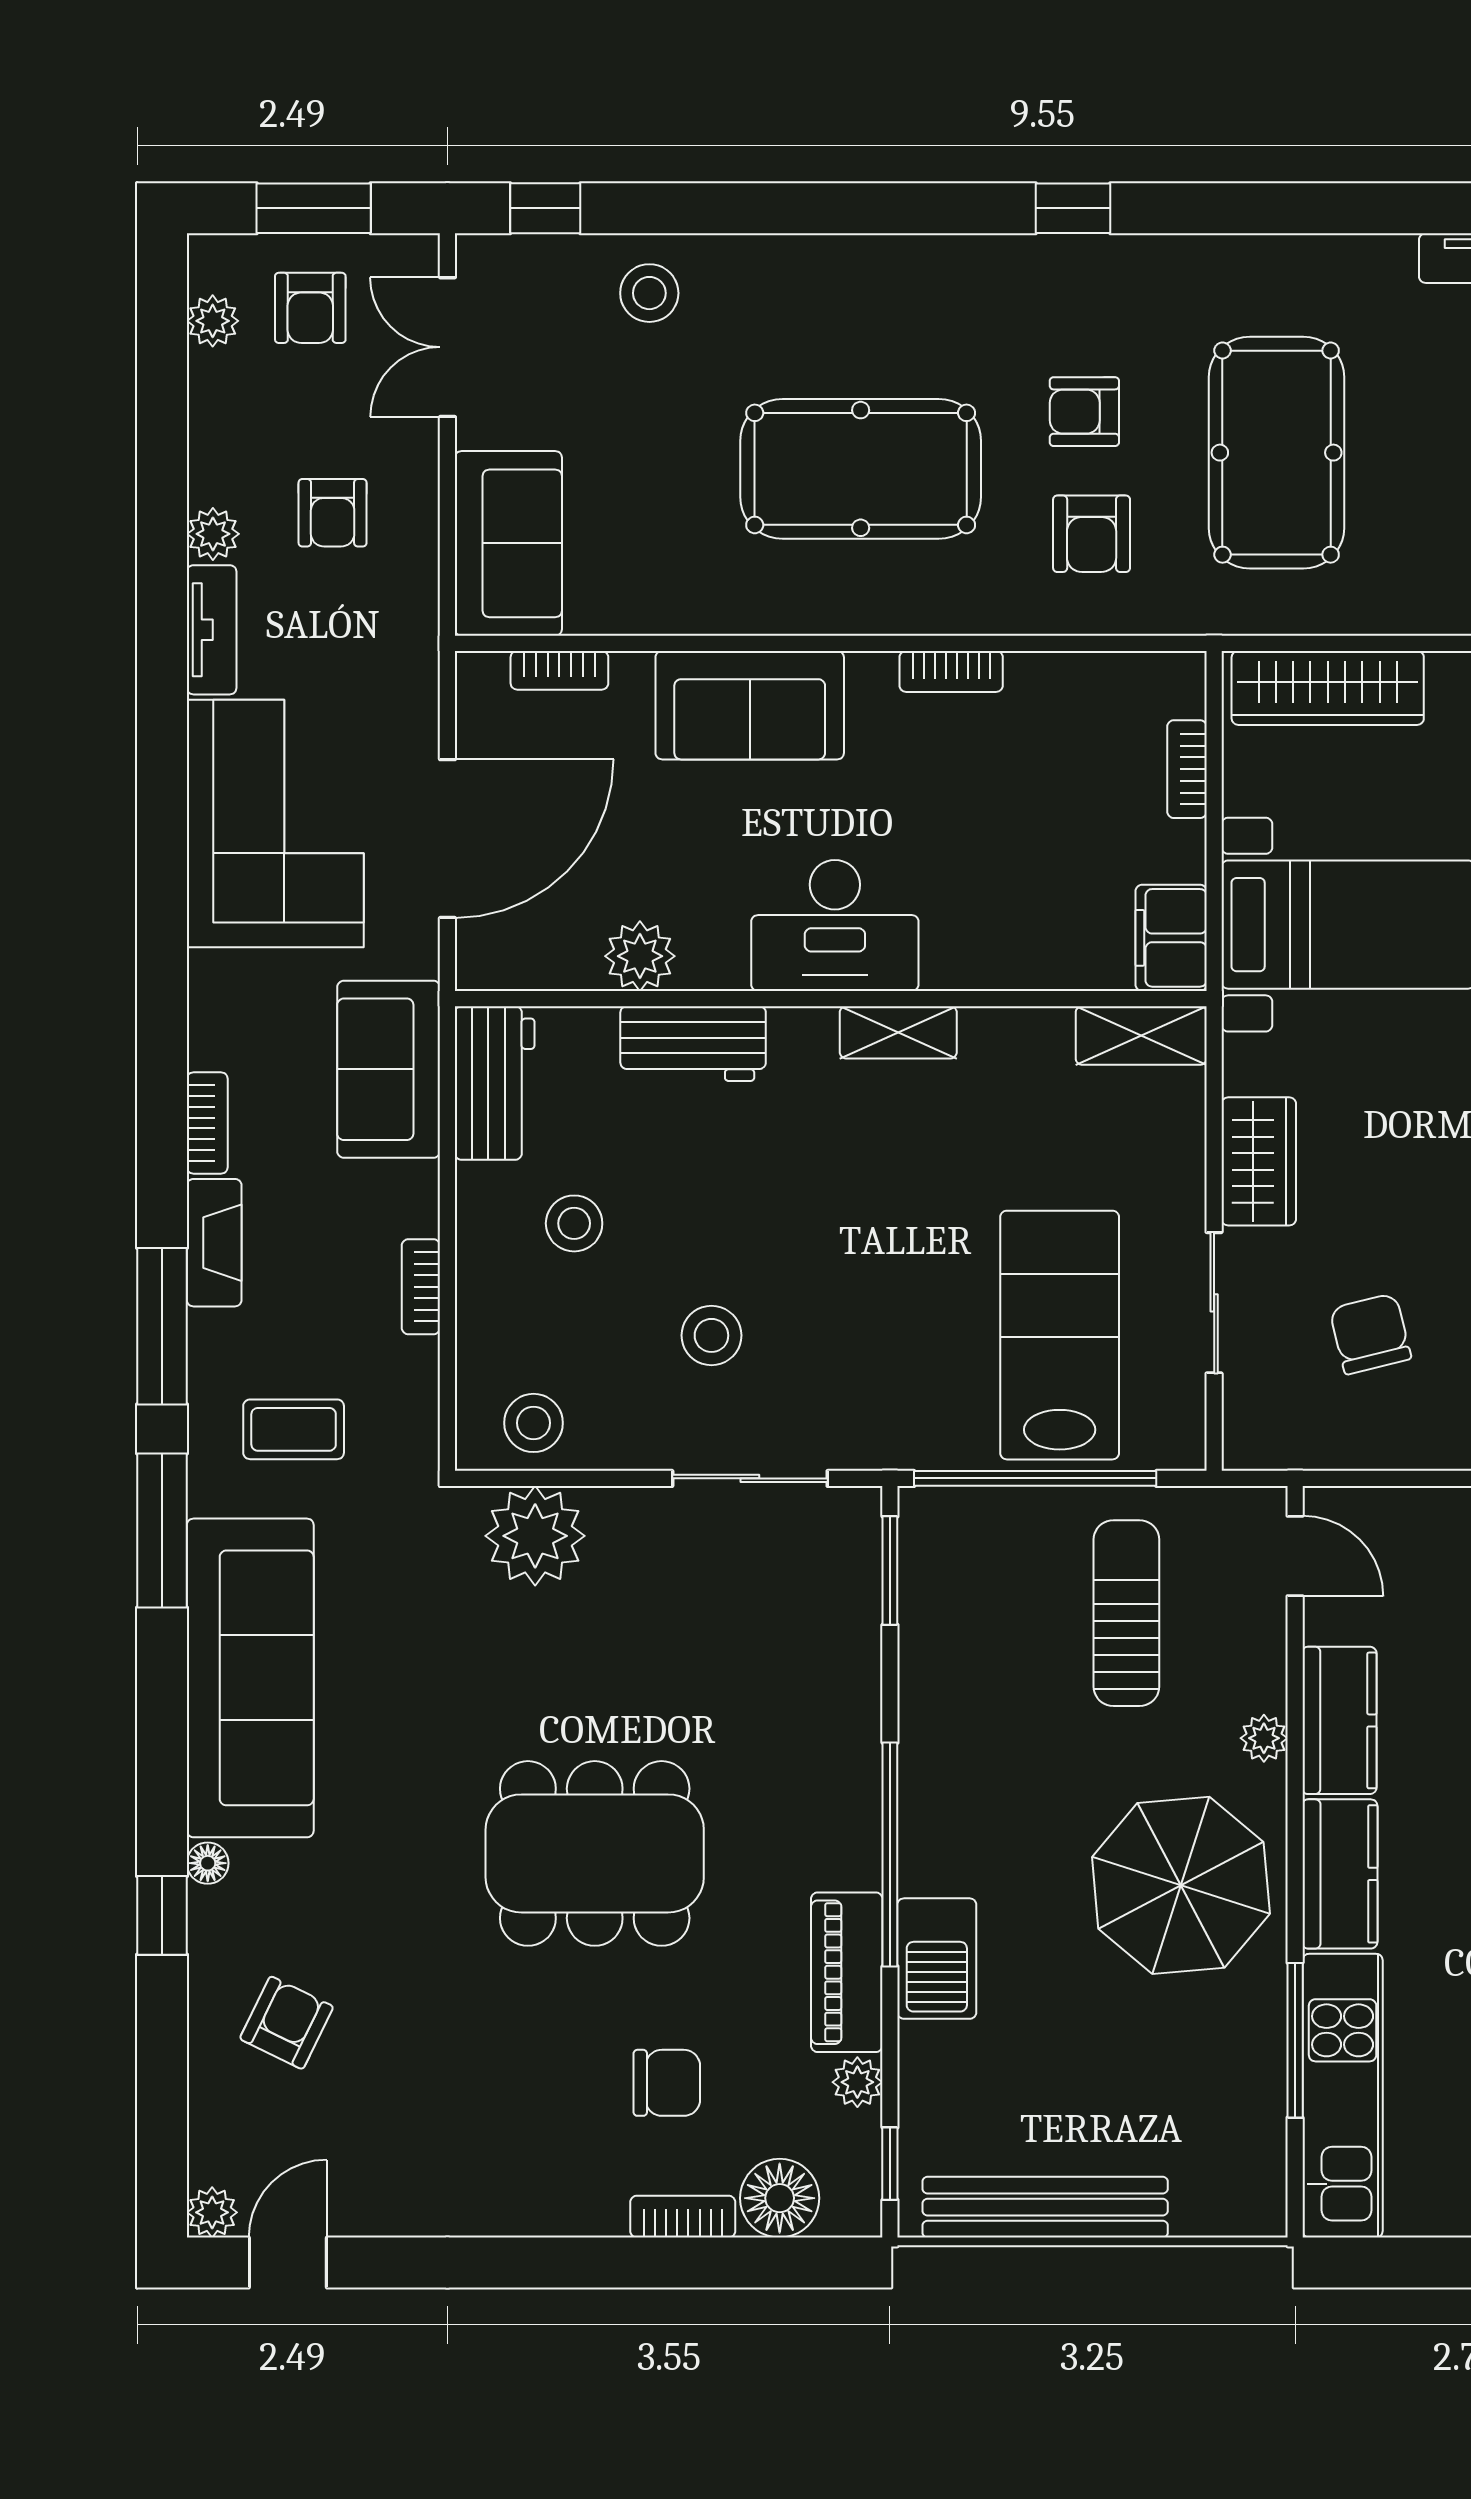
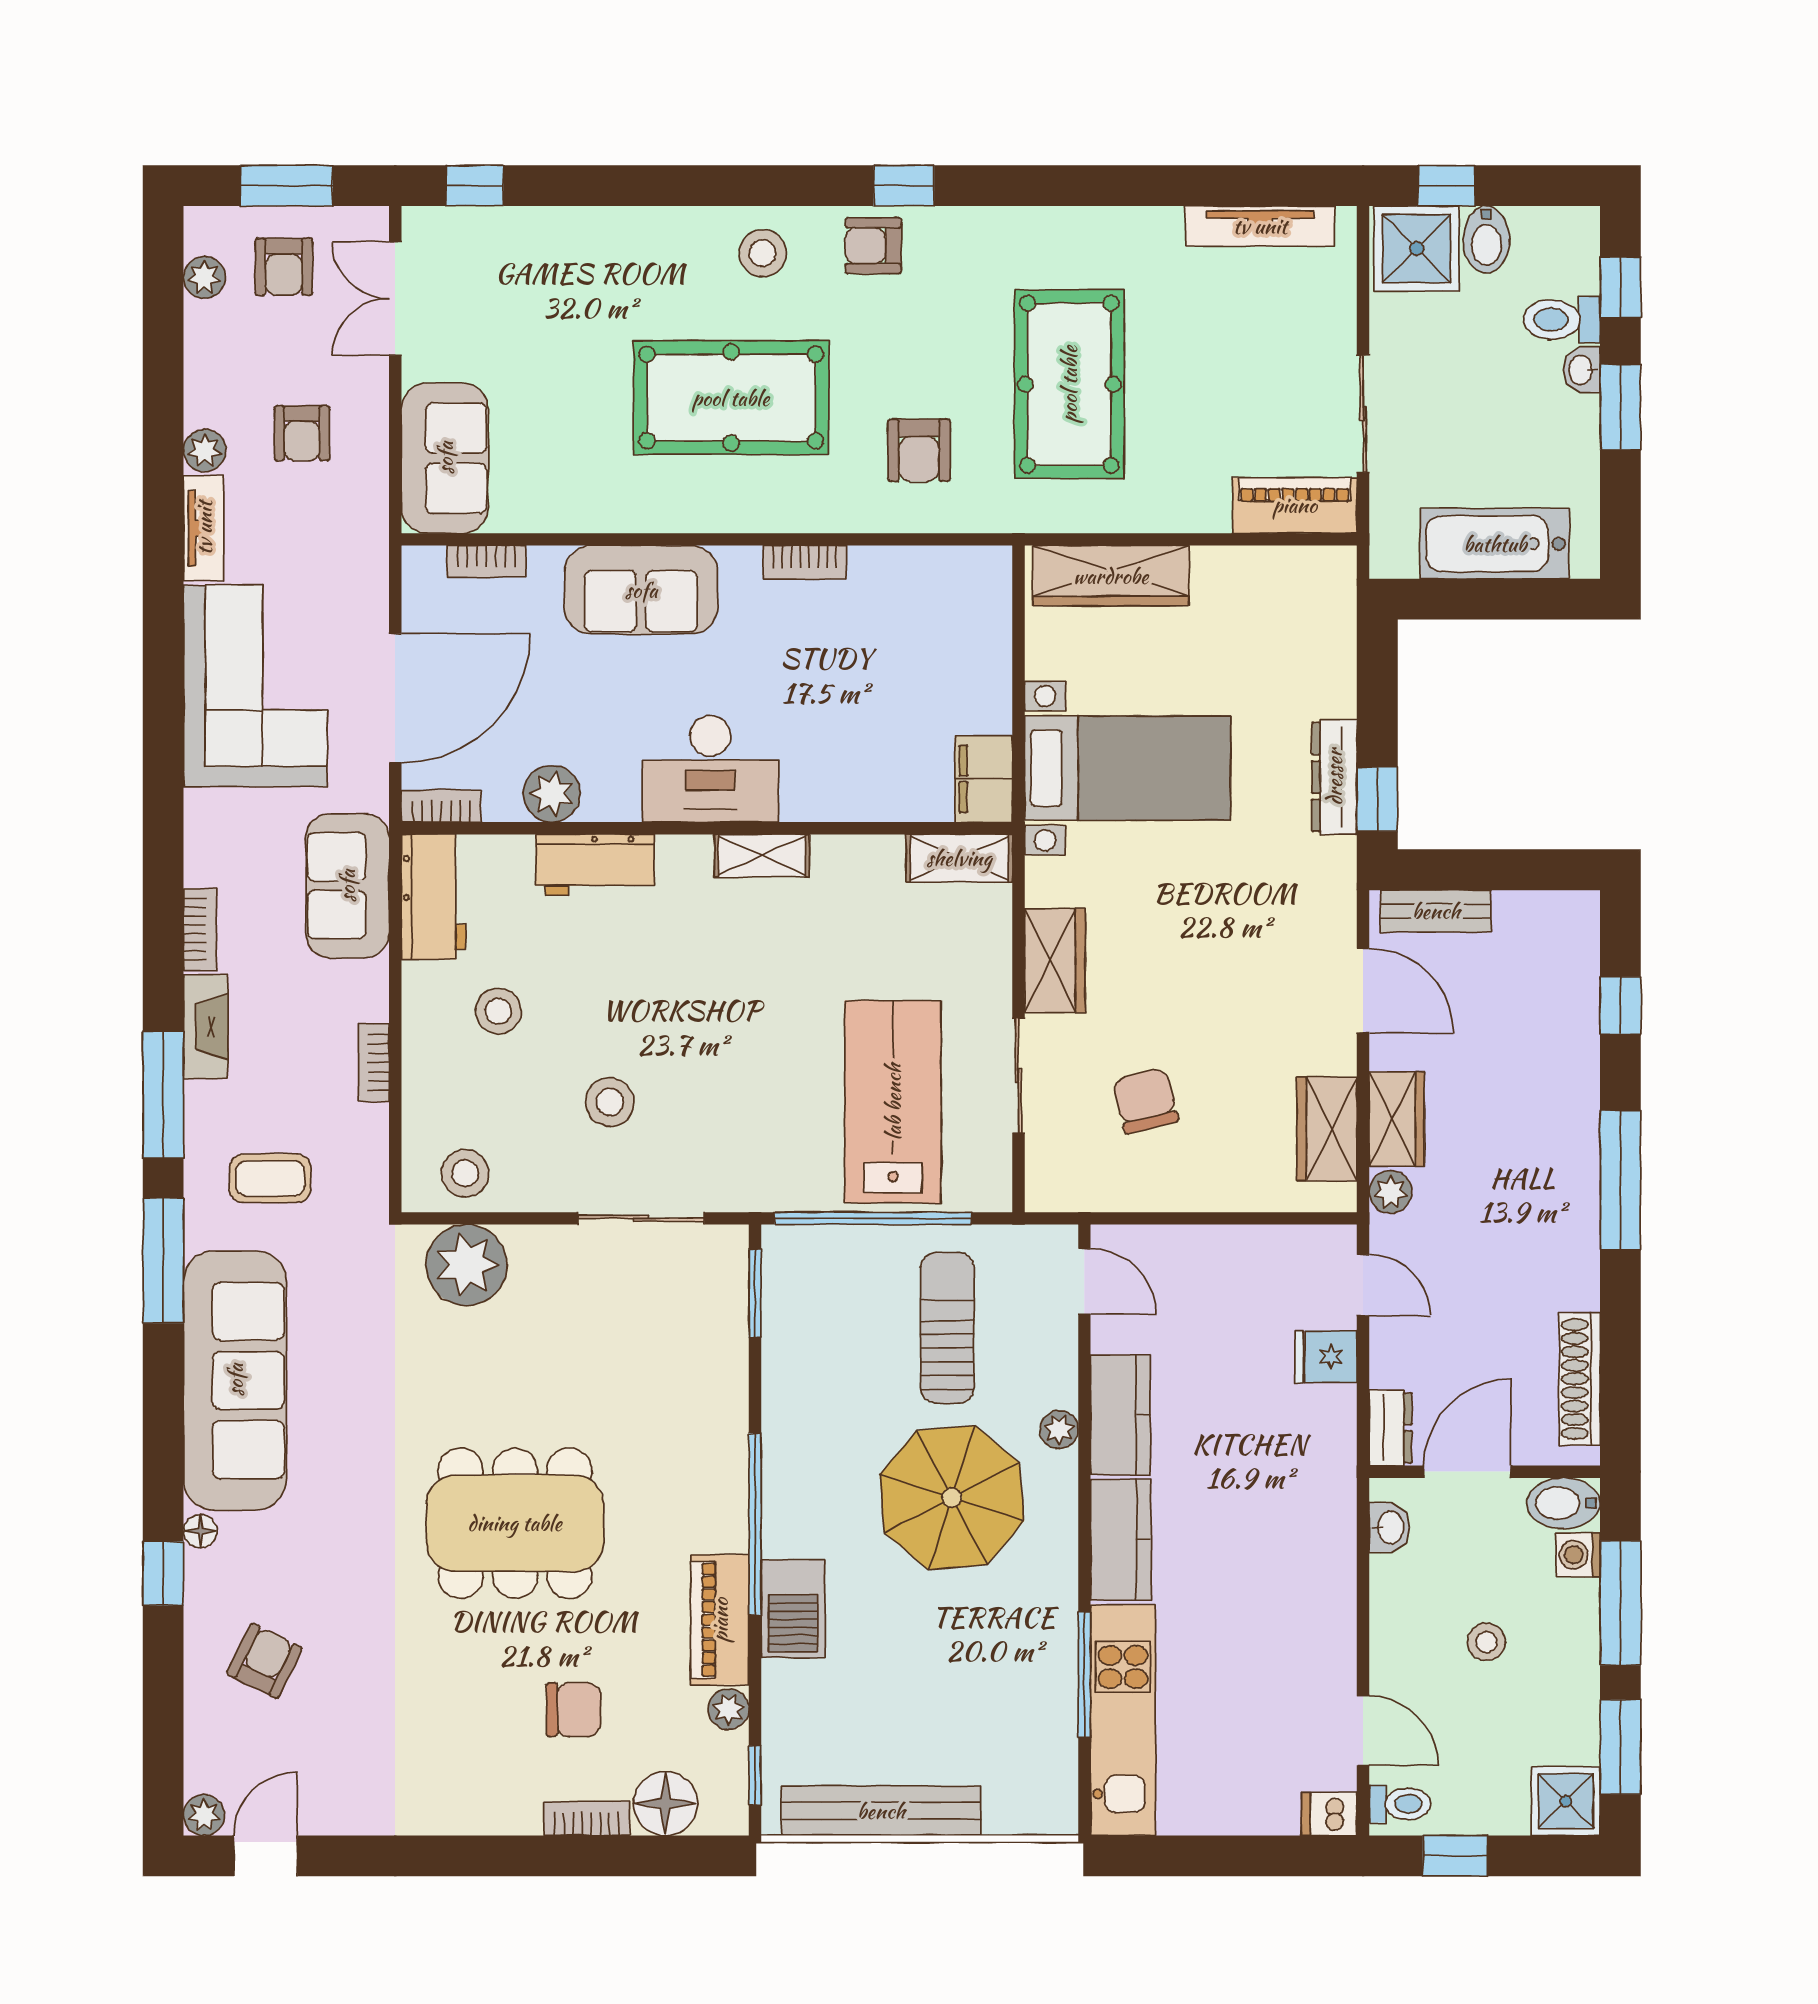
stool: (649, 293) -> (763, 253), moved
armchair: (1084, 412) -> (873, 246), moved
bookcase: (1187, 769) -> (441, 806), moved, turned 90
parasol: (1181, 1885) -> (952, 1498), moved

